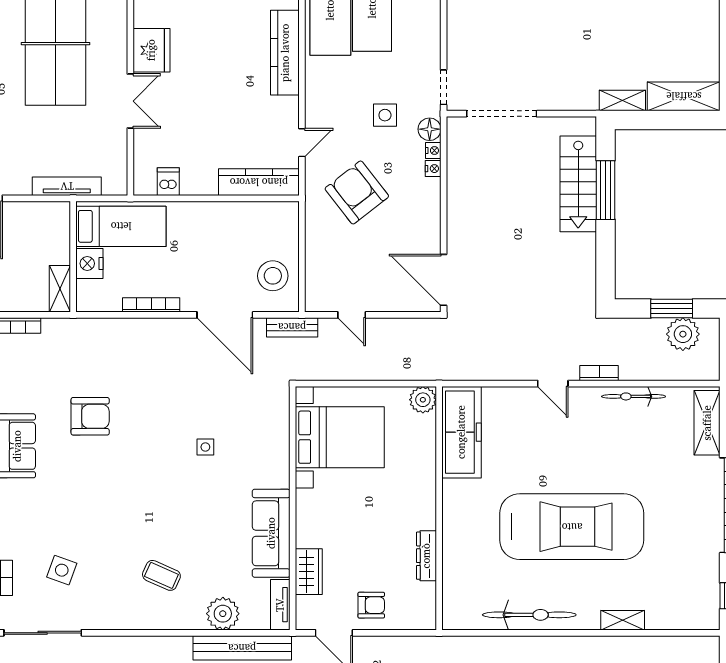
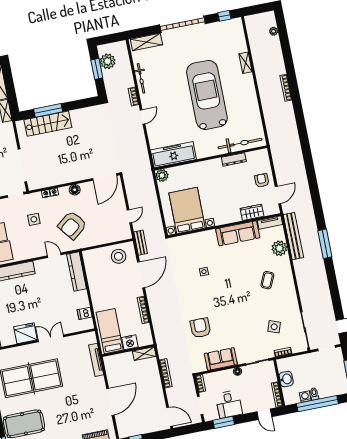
floor lamp: (430, 129) -> (75, 190), moved
bicycle: (529, 615) -> (240, 143), moved, turned 90

